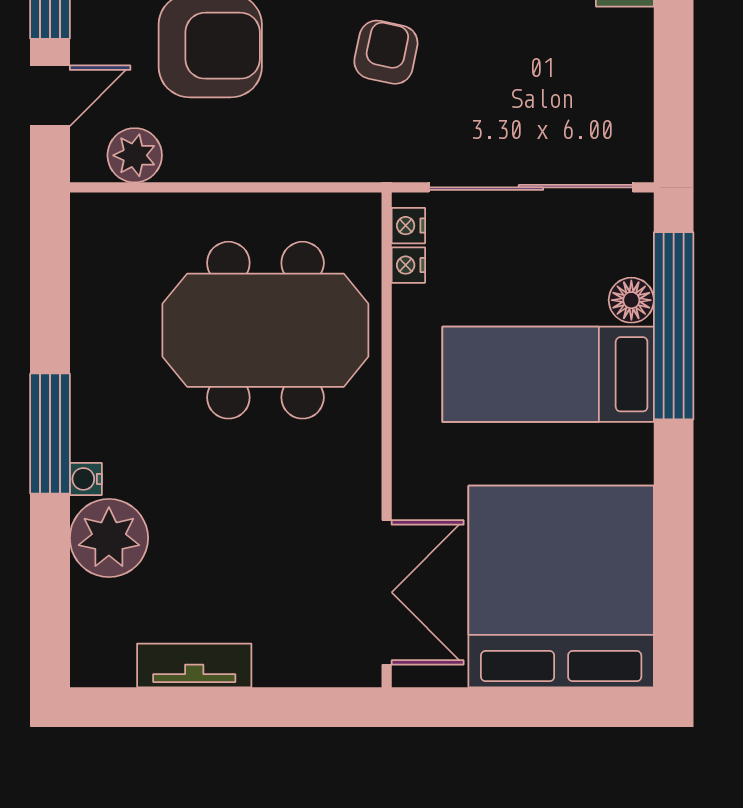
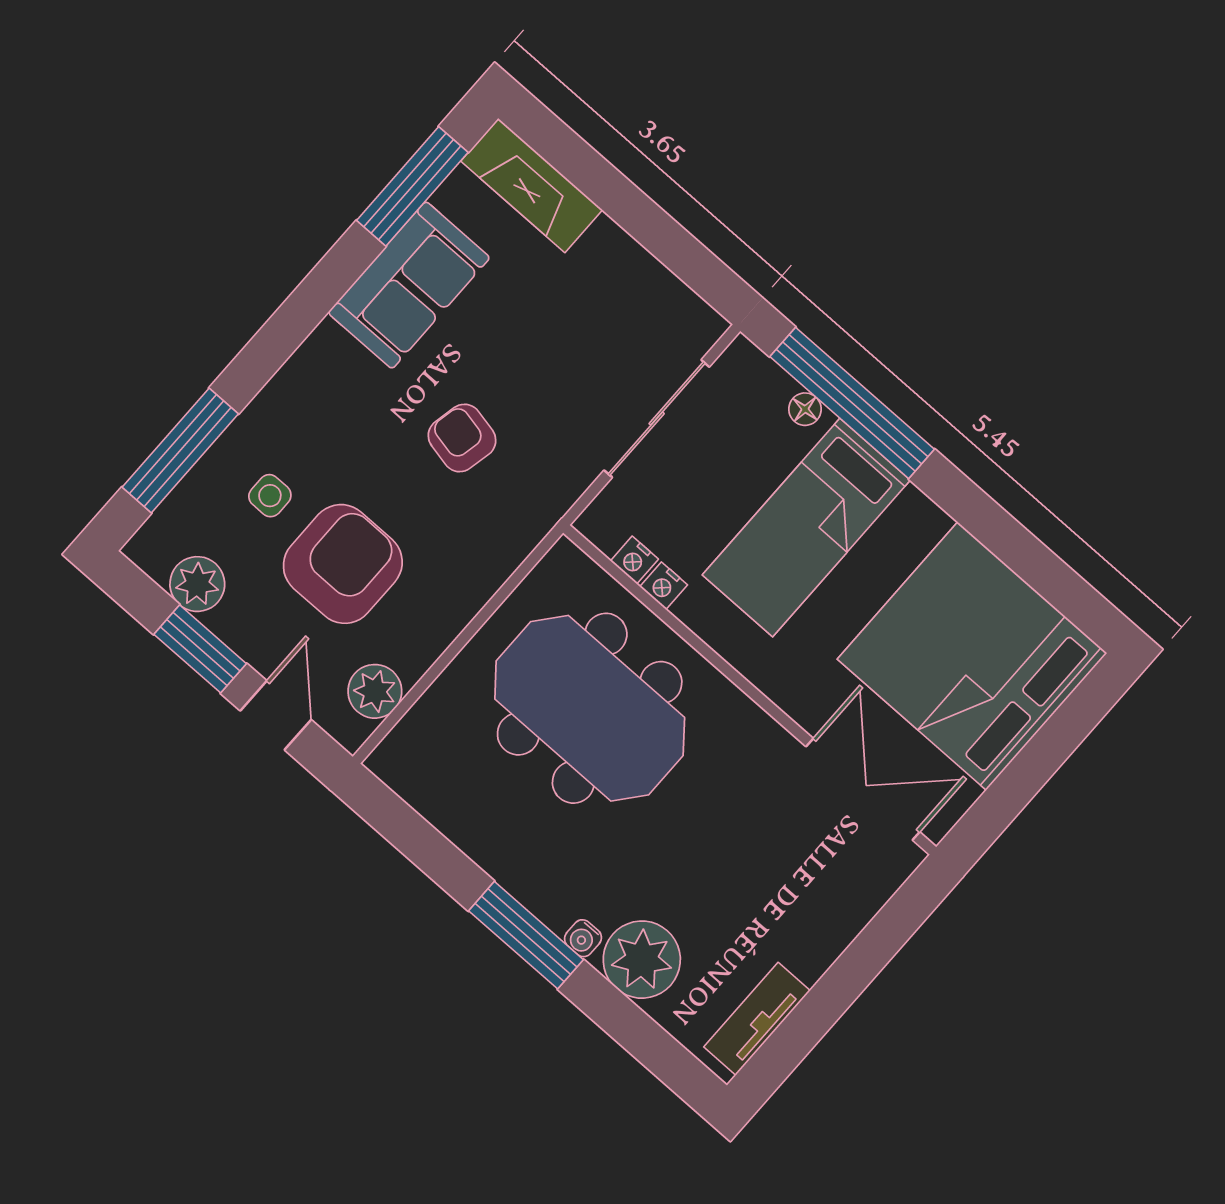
sliding door: (531, 187) -> (657, 419), width x0.73
nightstand: (408, 226) -> (664, 586), moved
floor lamp: (631, 300) -> (805, 409), width x0.73, depth x0.73
meeting table: (265, 330) -> (590, 708), turned 90
tv unit: (194, 665) -> (757, 1019), moved

